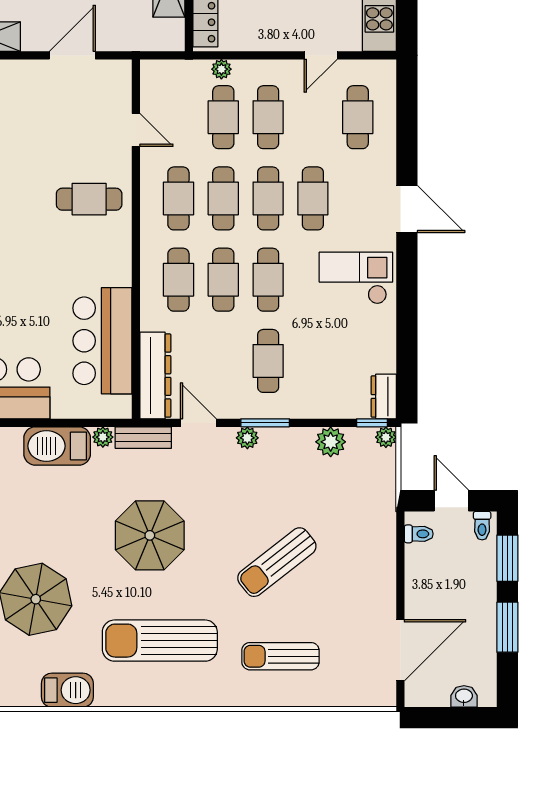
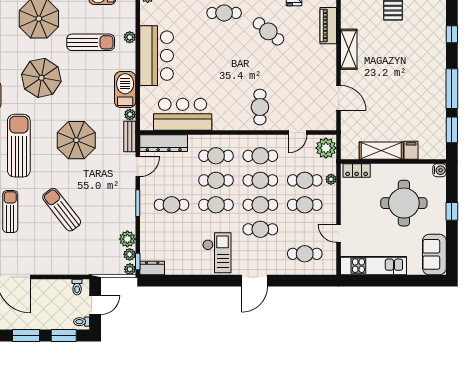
plant: (164, 78) -> (326, 148), added
plant: (247, 438) -> (130, 254), moved

